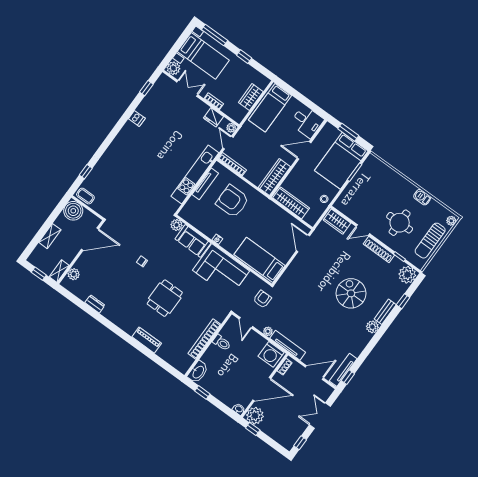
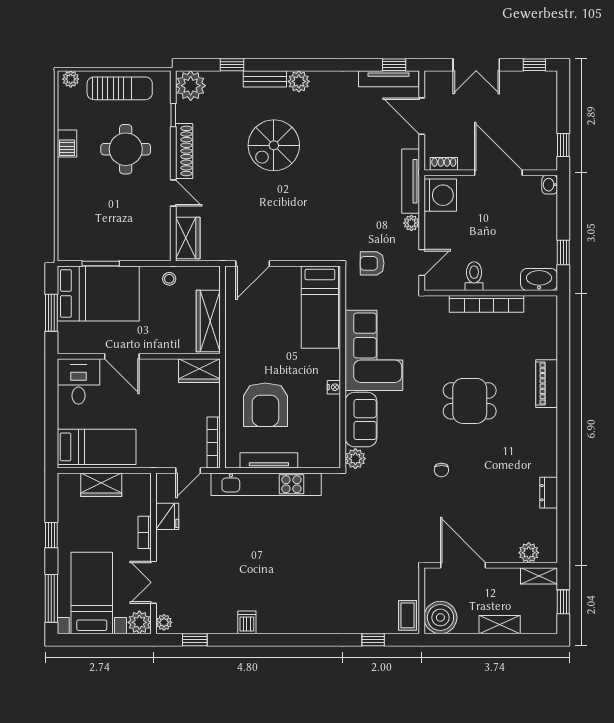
plant: (231, 128) -> (164, 622), moved
wardrobe: (274, 177) -> (199, 371), width x0.67
plant: (255, 416) -> (542, 155), removed

